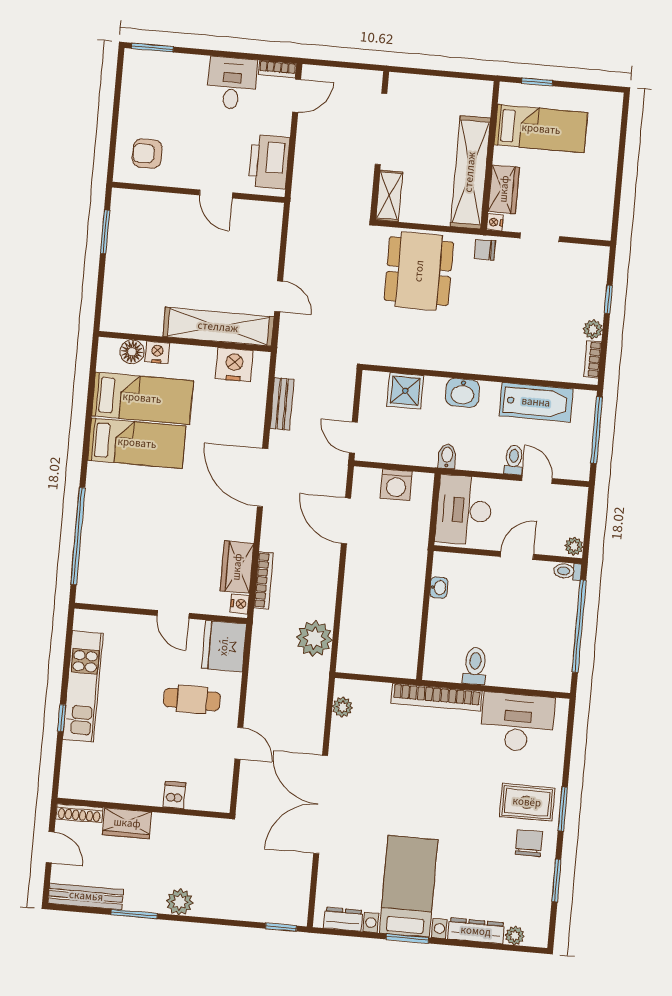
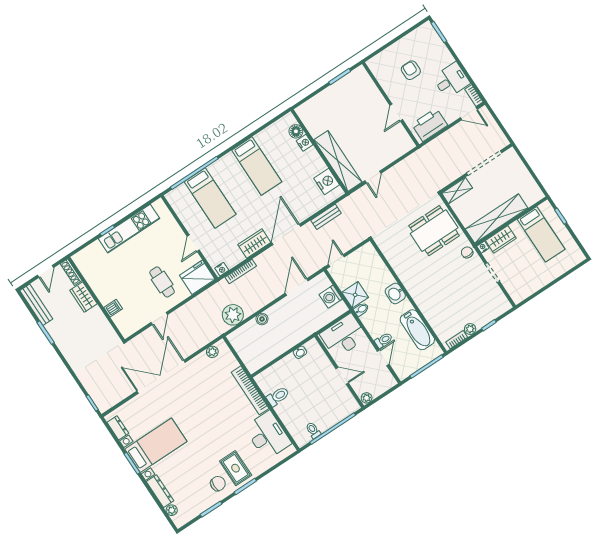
armchair: (147, 154) -> (411, 70), moved
shower: (405, 391) -> (355, 295), moved
bed: (142, 398) -> (210, 198), moved
wardrobe: (237, 567) -> (254, 243), moved
toilet: (567, 571) -> (313, 430), moved
boiler: (352, 603) -> (262, 319), added
plant: (180, 902) -> (67, 349), removed

